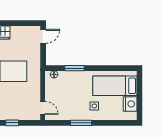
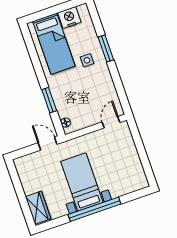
door: (43, 36) -> (48, 143), moved
window: (12, 123) -> (142, 153), removed
window: (81, 123) -> (106, 48), moved

